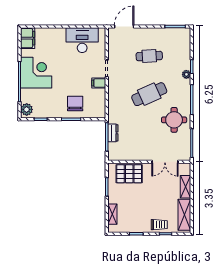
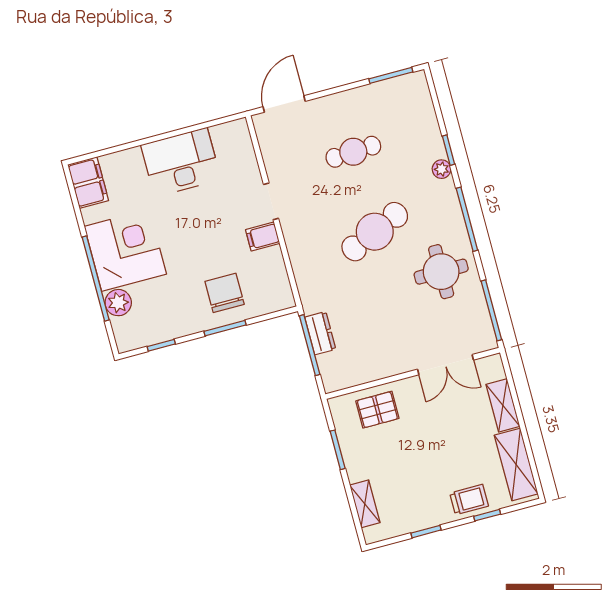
desk: (82, 40) -> (181, 162), moved
plant: (27, 109) -> (118, 303), moved
pallet: (129, 174) -> (377, 410), width x0.67, depth x0.71

